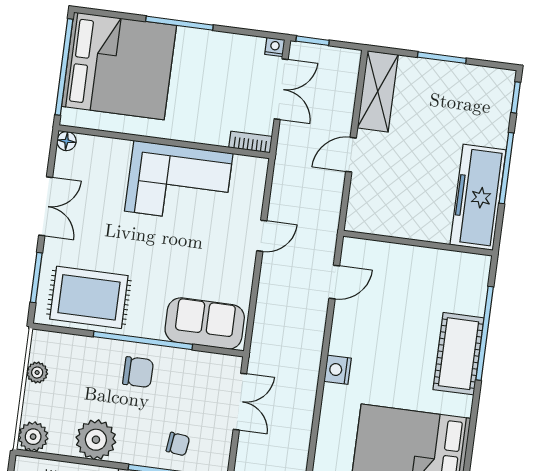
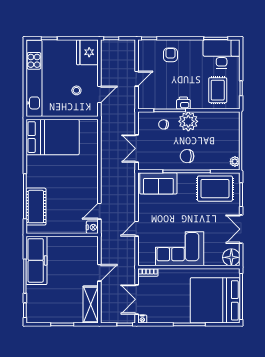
floor lamp: (67, 141) -> (231, 257), width x1.89, depth x1.89
cot: (459, 354) -> (36, 207), moved
nightstand: (338, 370) -> (92, 227), moved
plant: (37, 373) -> (235, 161), moved
plant: (33, 437) -> (233, 119), removed
plant: (96, 440) -> (188, 121), moved

